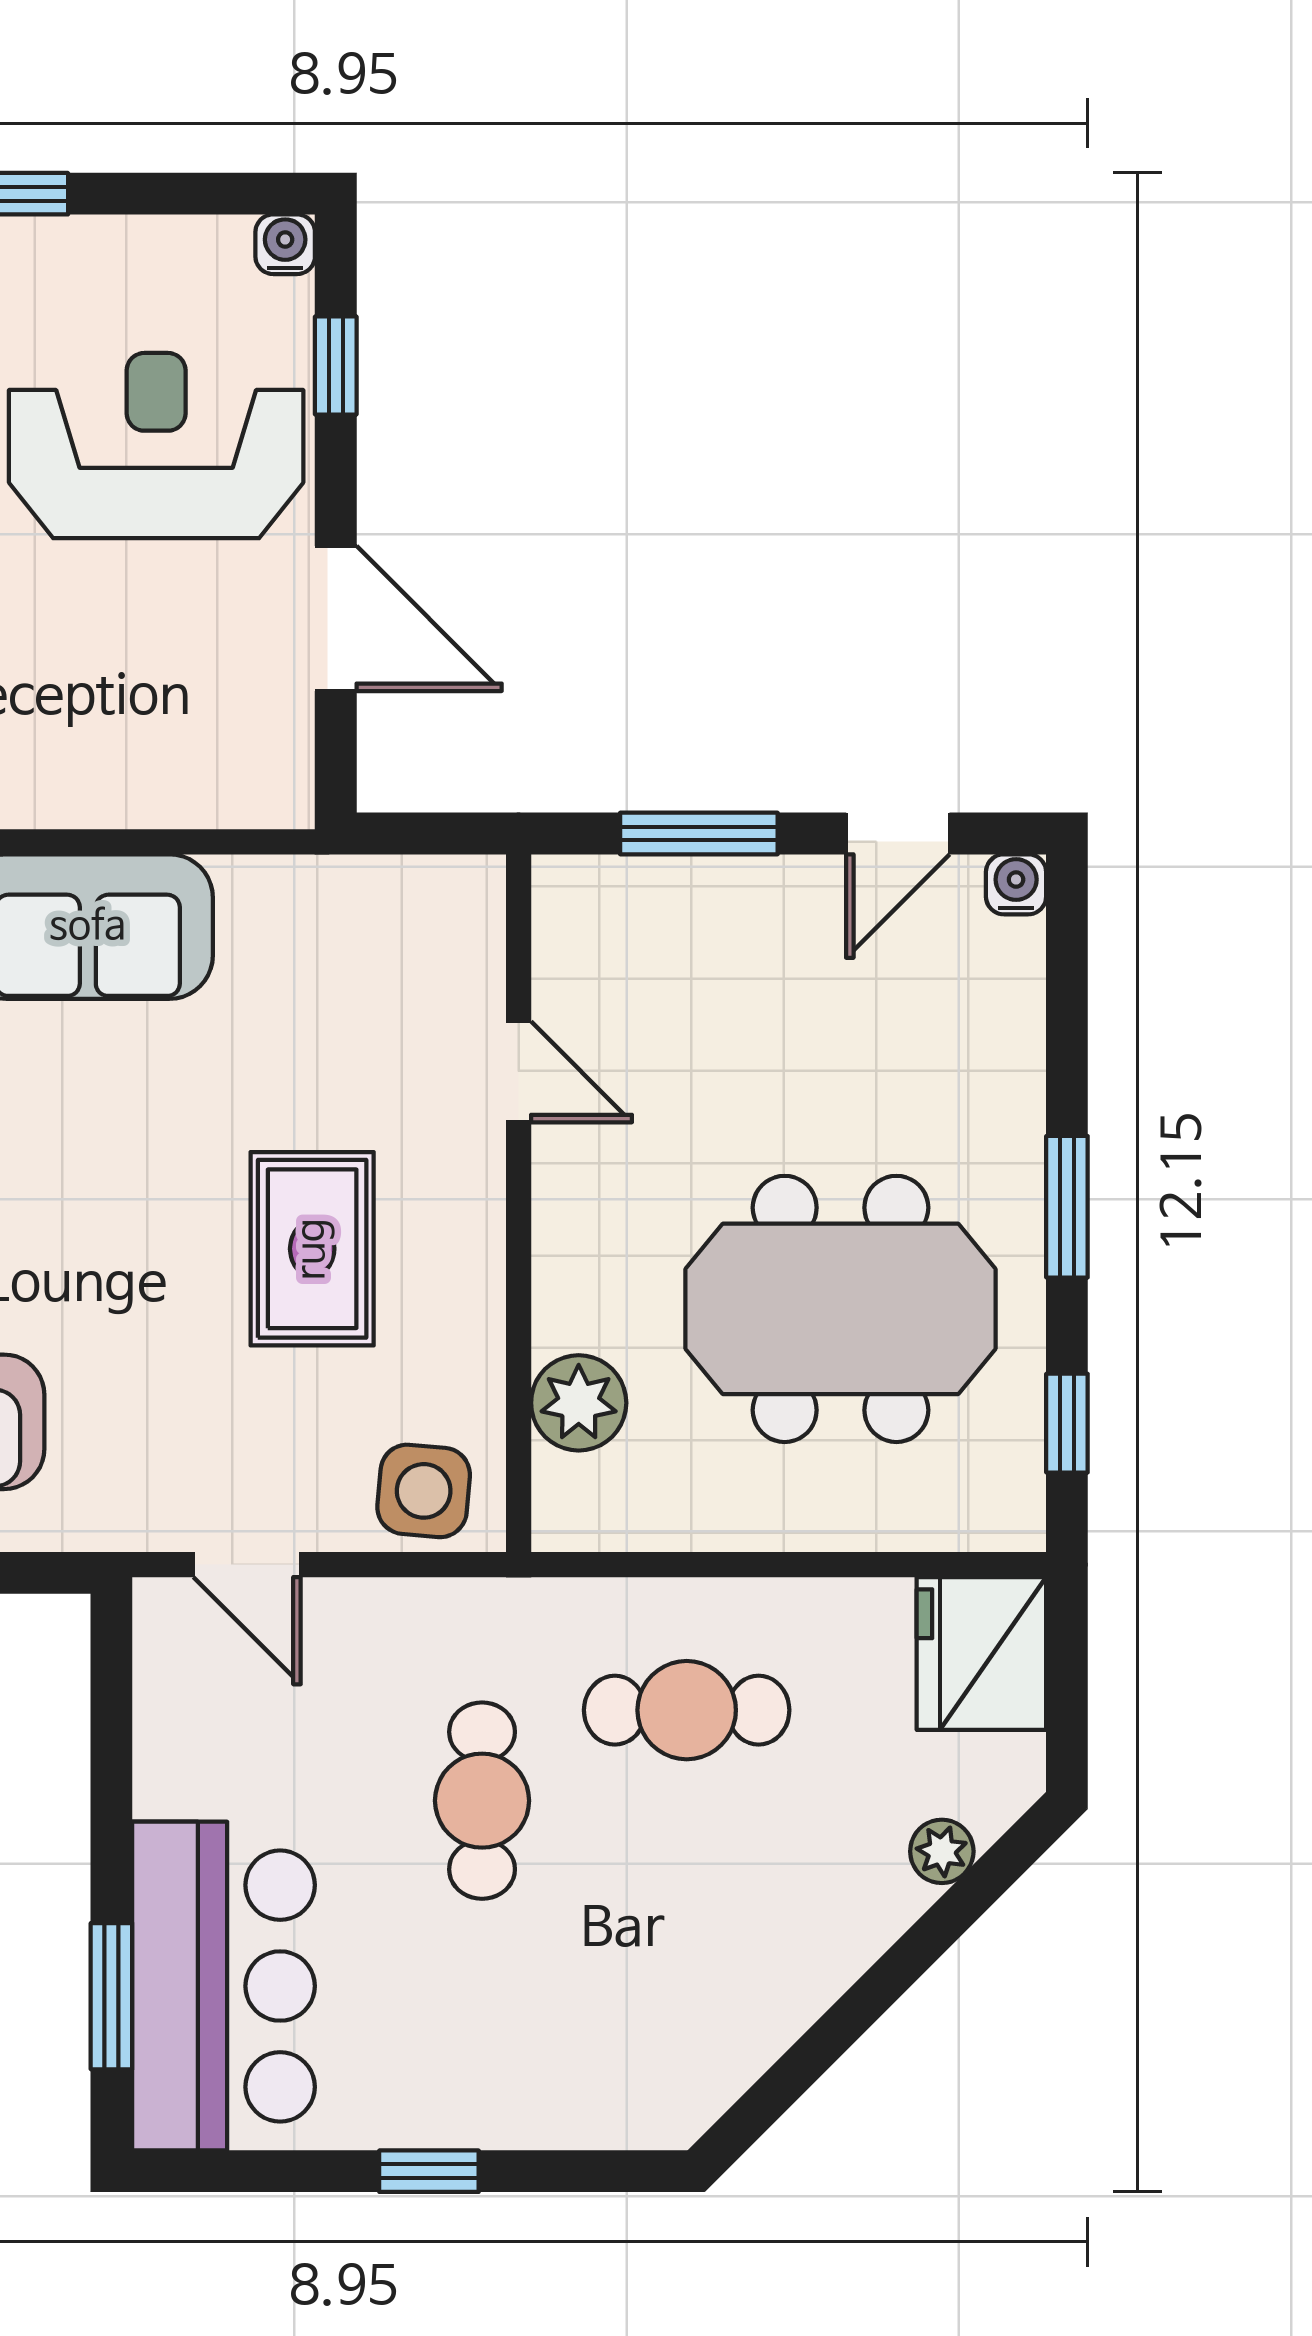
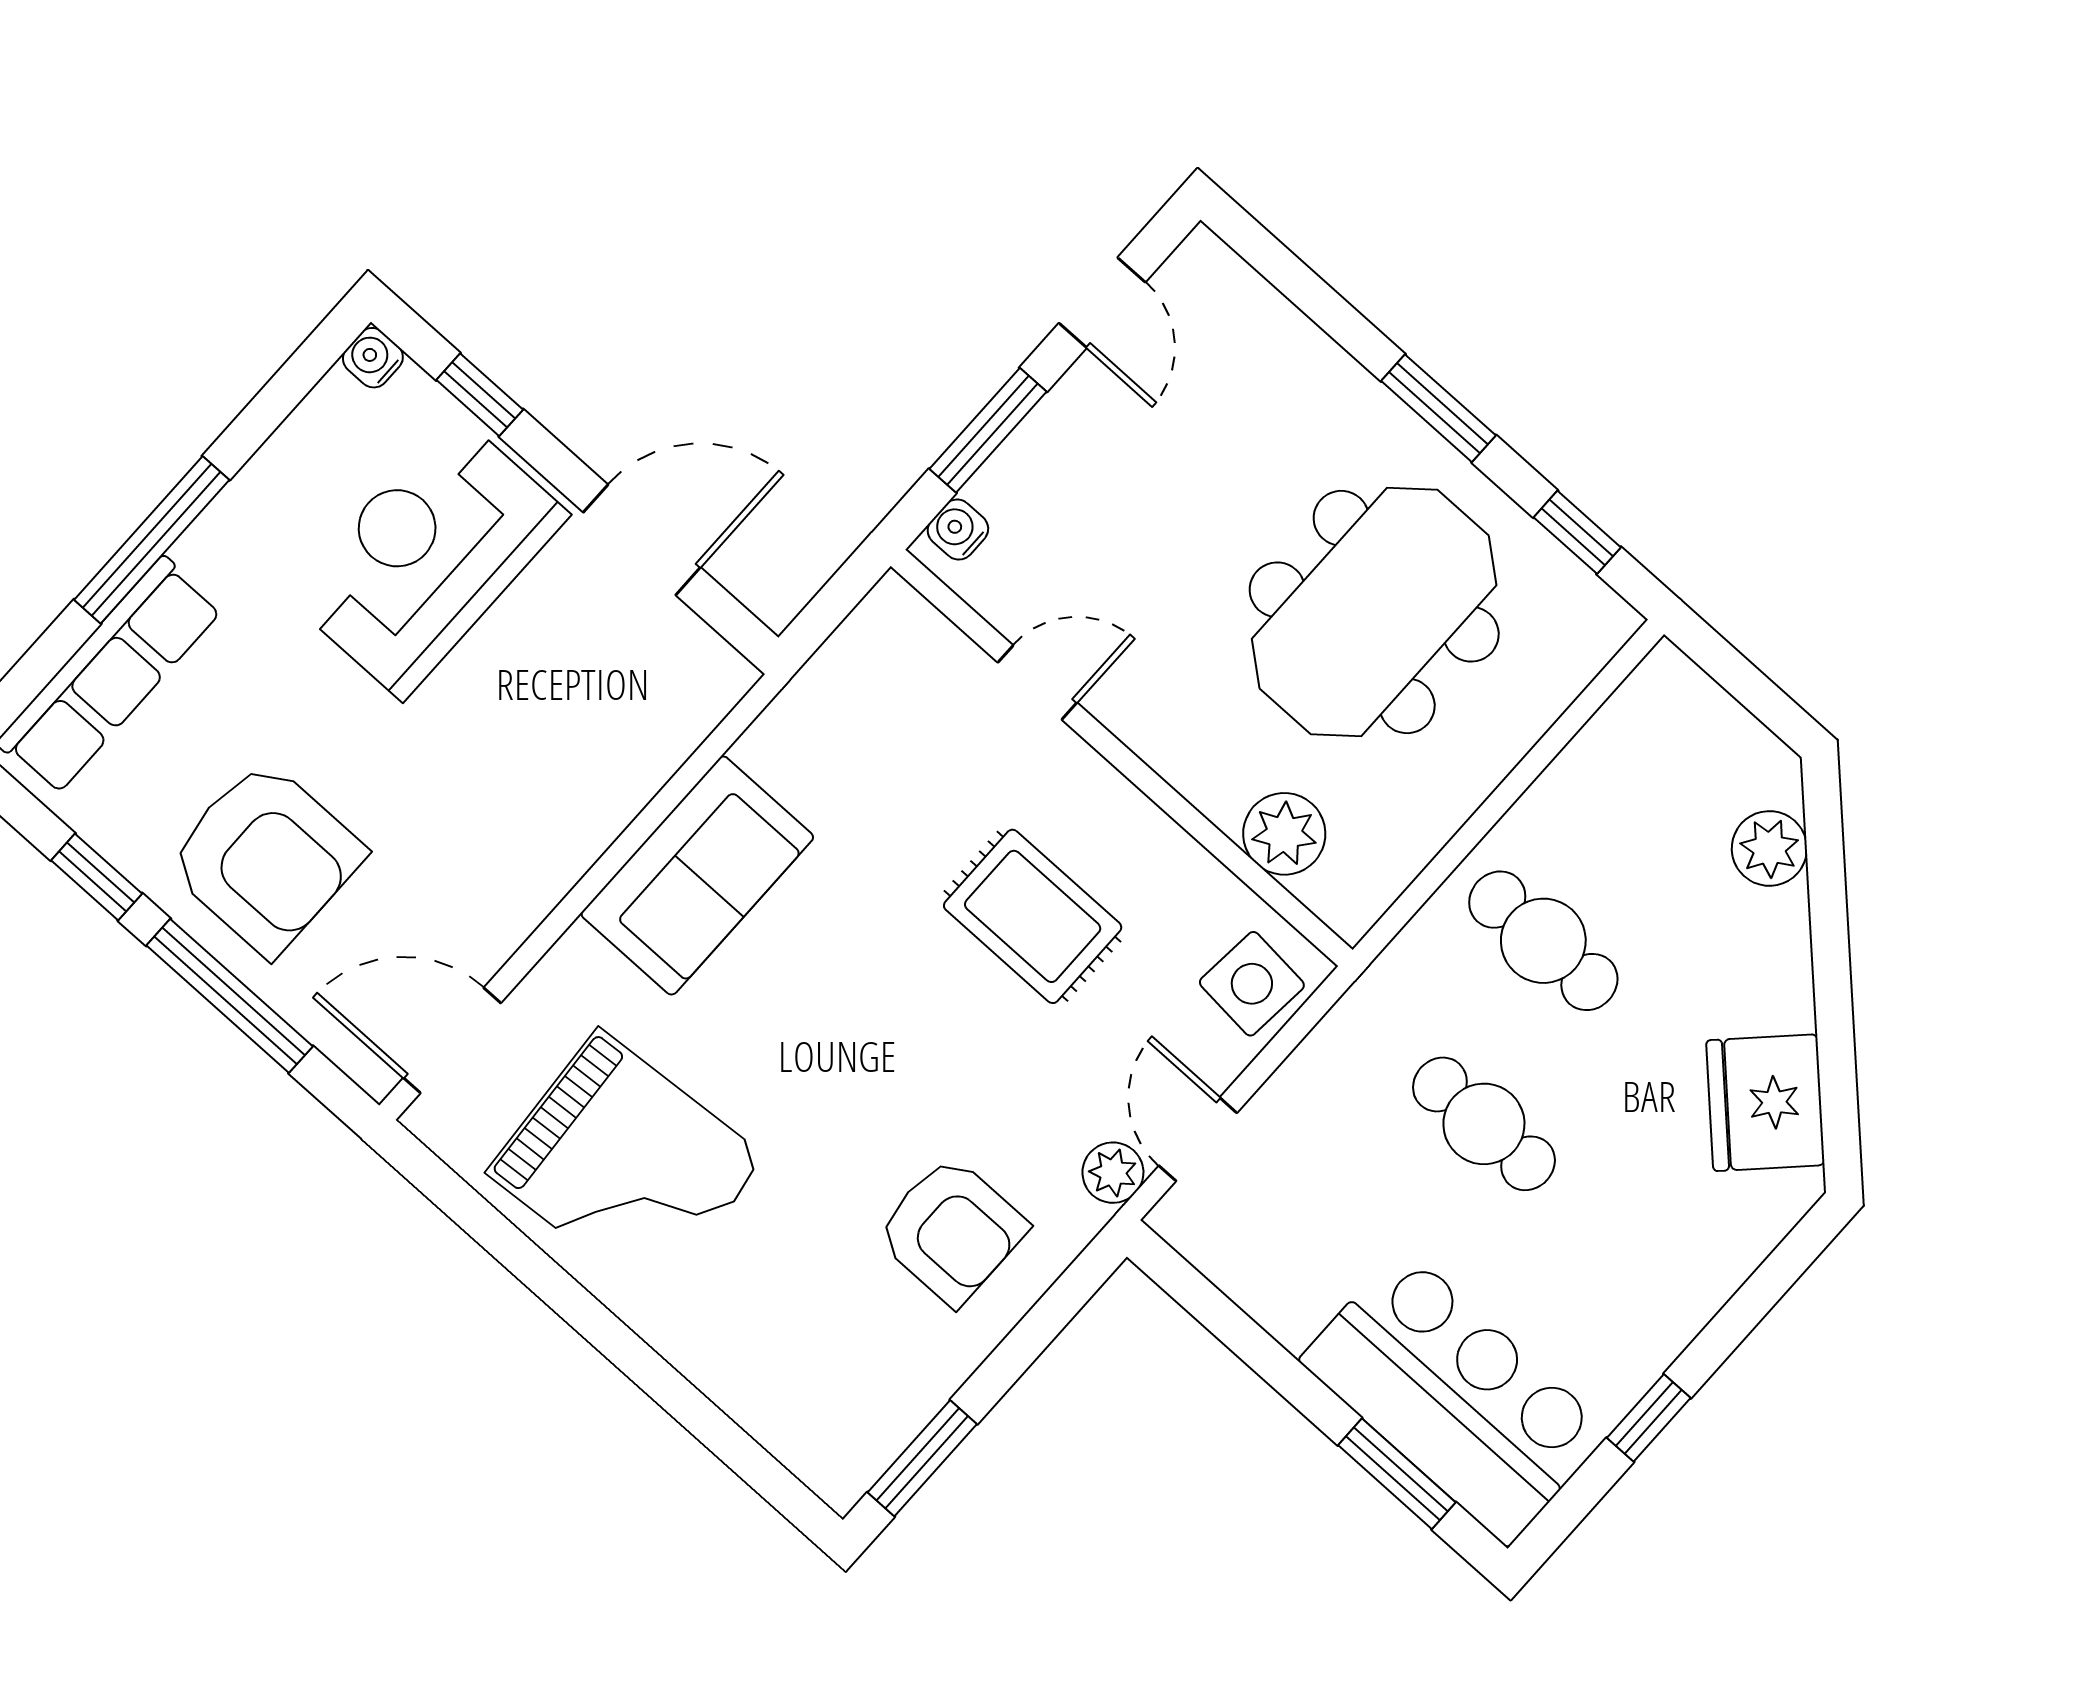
water cooler: (1016, 884) -> (958, 530), moved
plant: (152, 1517) -> (1113, 1173), added
door: (247, 1565) -> (1198, 1139), swing flipped
fridge: (981, 1654) -> (1765, 1103), moved, turned 45
cafe table: (687, 1710) -> (1543, 941), turned 90
plant: (942, 1851) -> (1769, 848), width x1.38, depth x1.38
window: (429, 2171) -> (1649, 1418), moved

